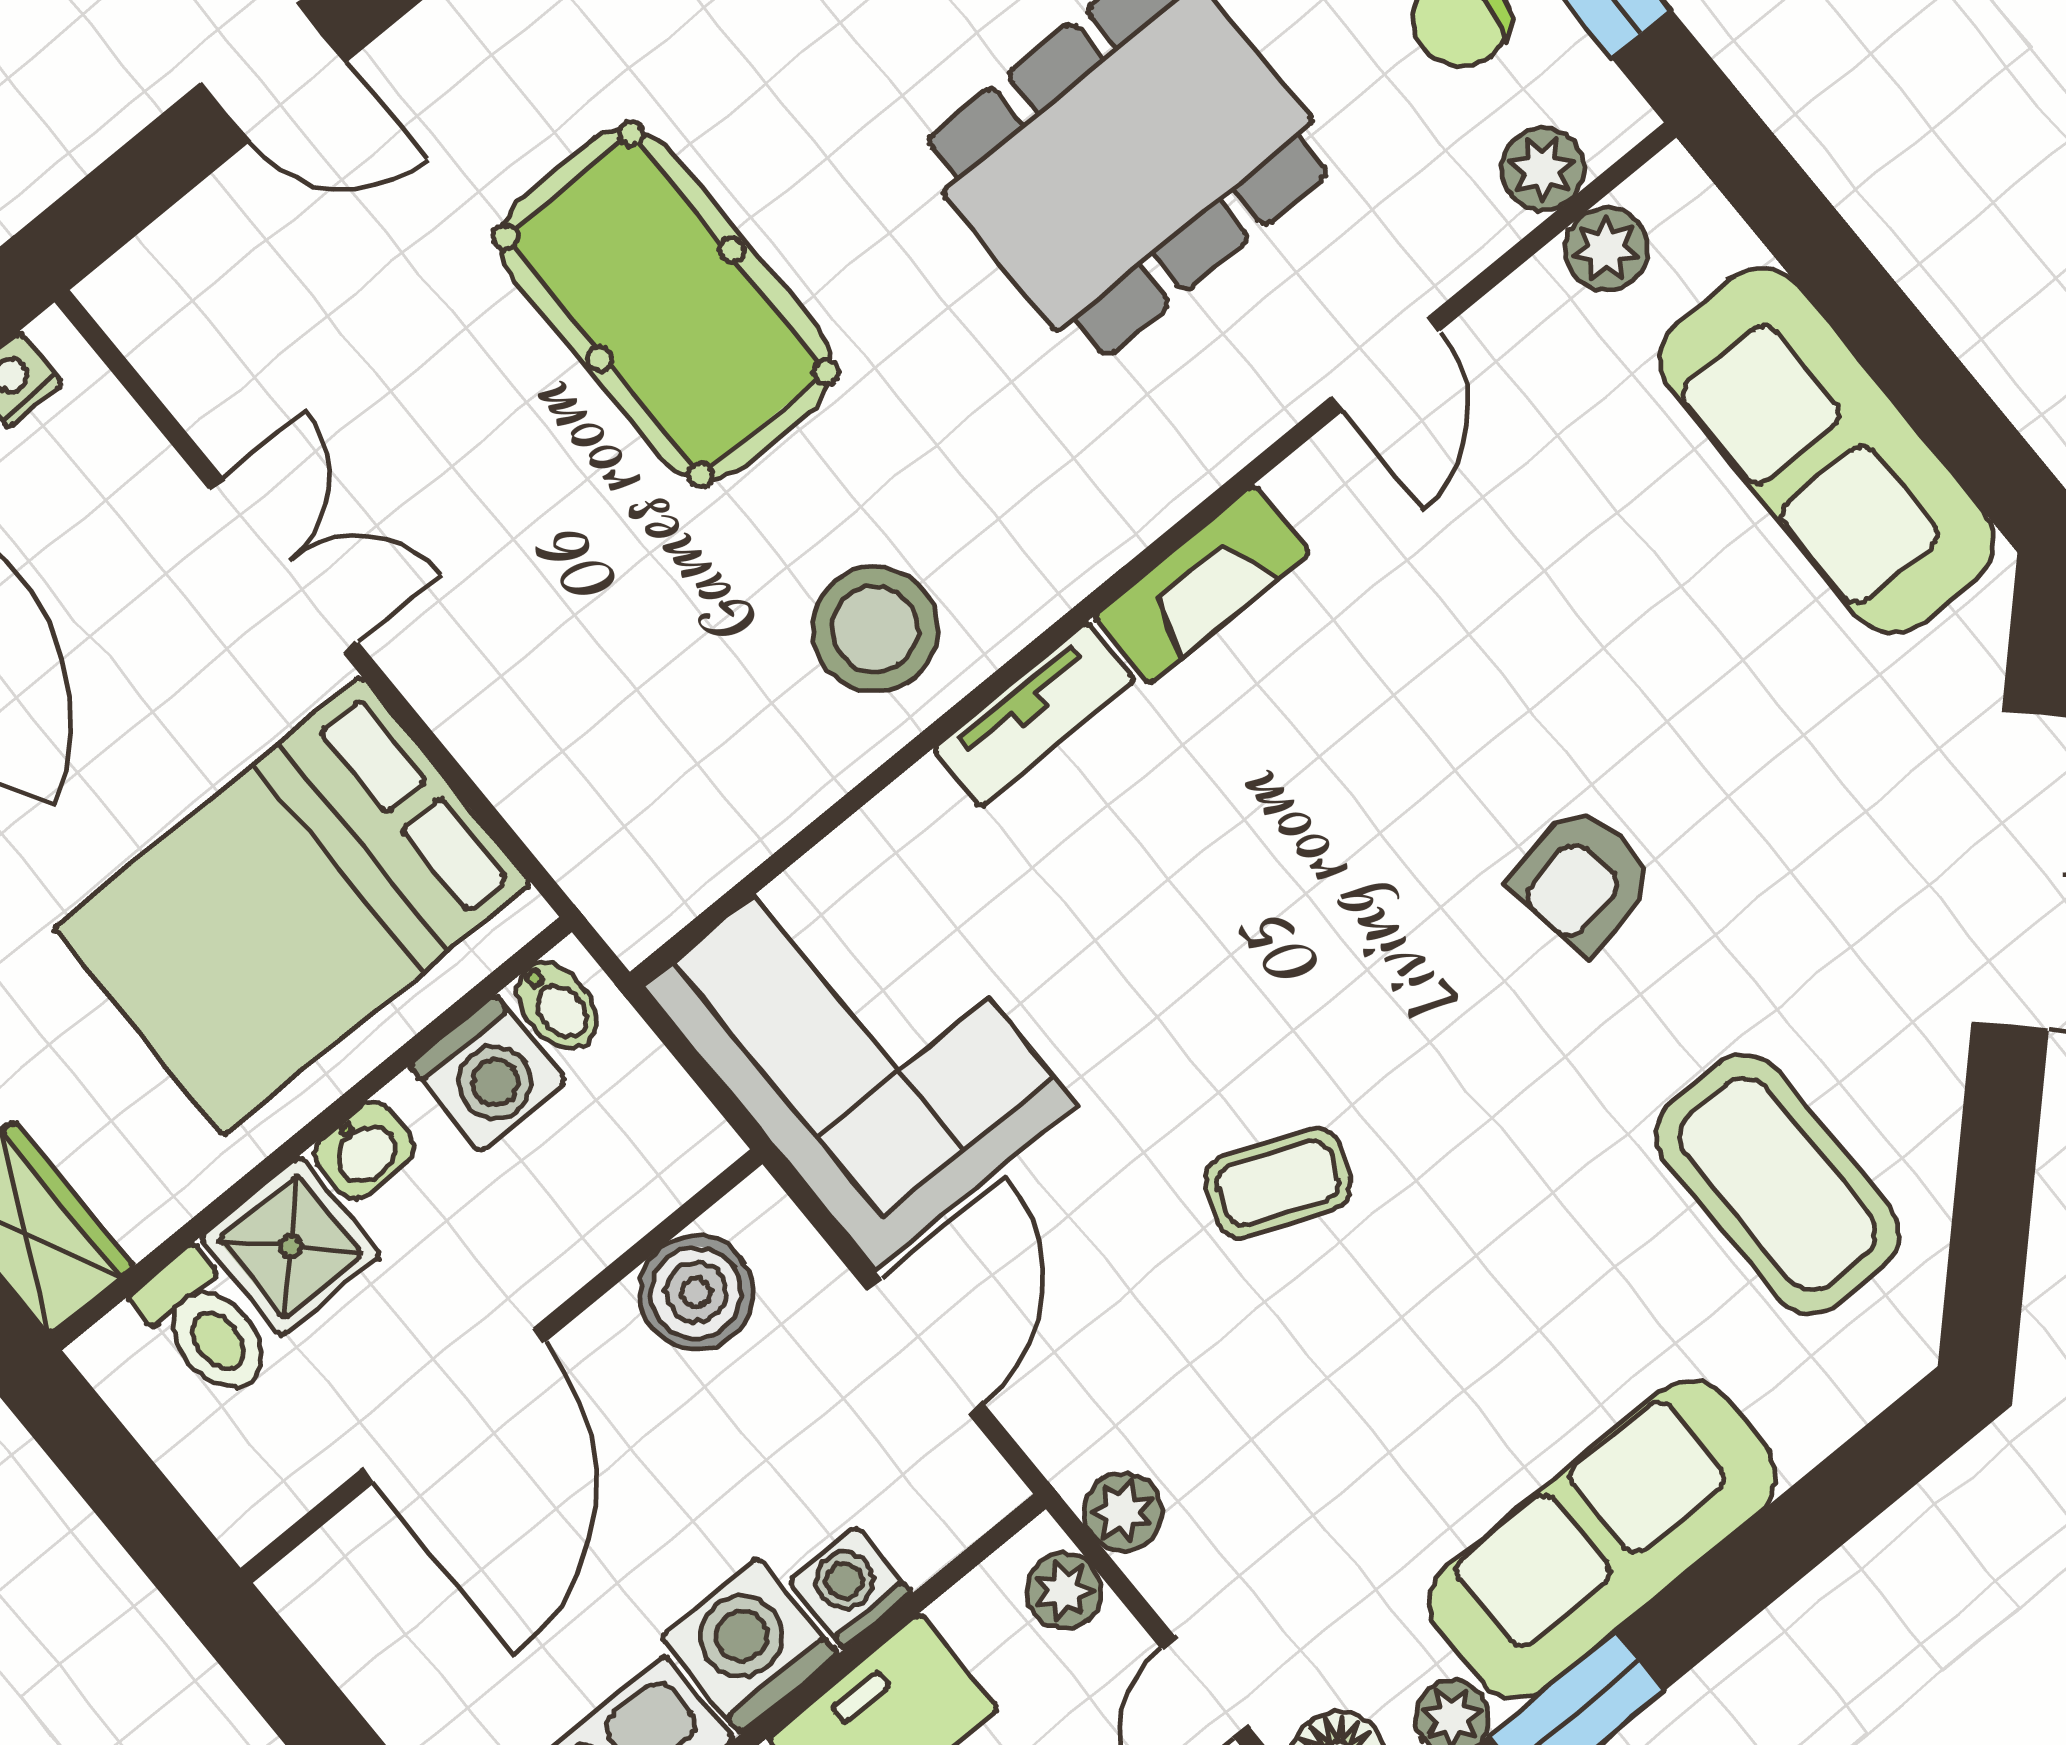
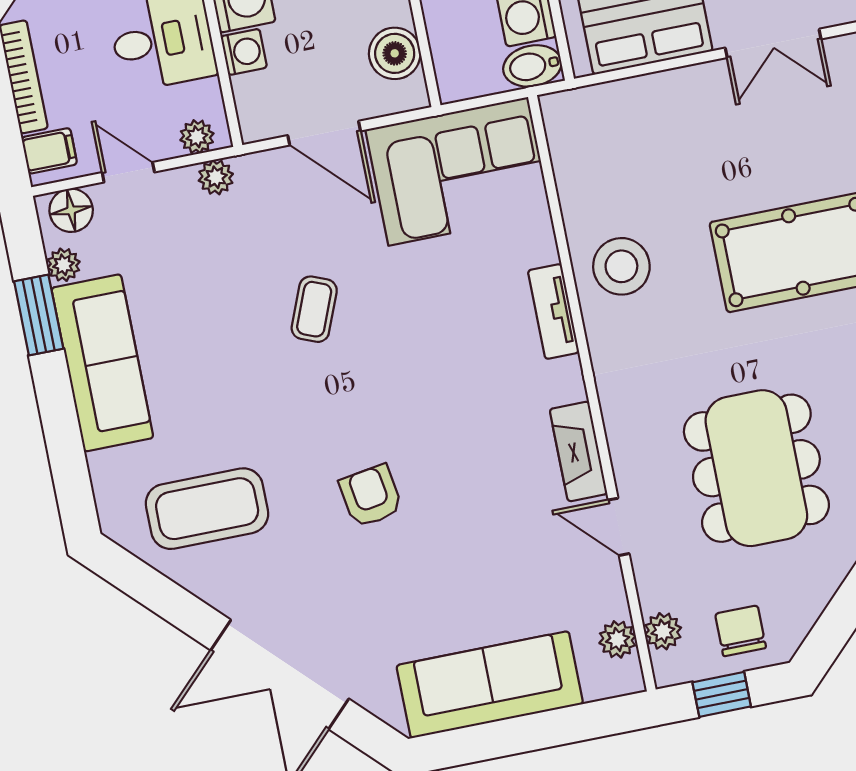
fireplace: (1202, 585) -> (578, 451), moved
bidet: (557, 1006) -> (532, 66), width x1.38, depth x1.36

